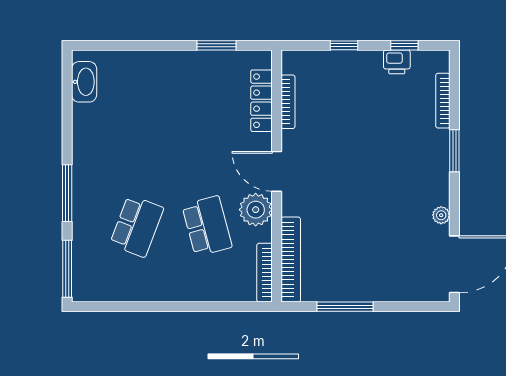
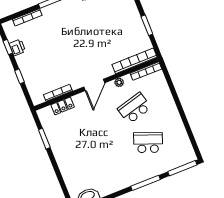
locker: (261, 101) -> (63, 106), width x0.66
plant: (256, 210) -> (119, 82), width x0.53, depth x0.53
window: (345, 307) -> (147, 25), width x0.69

